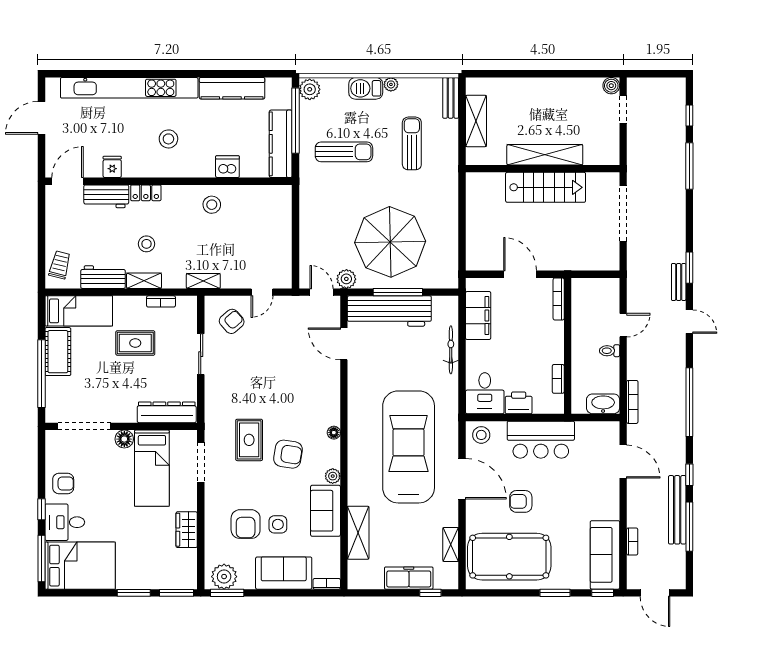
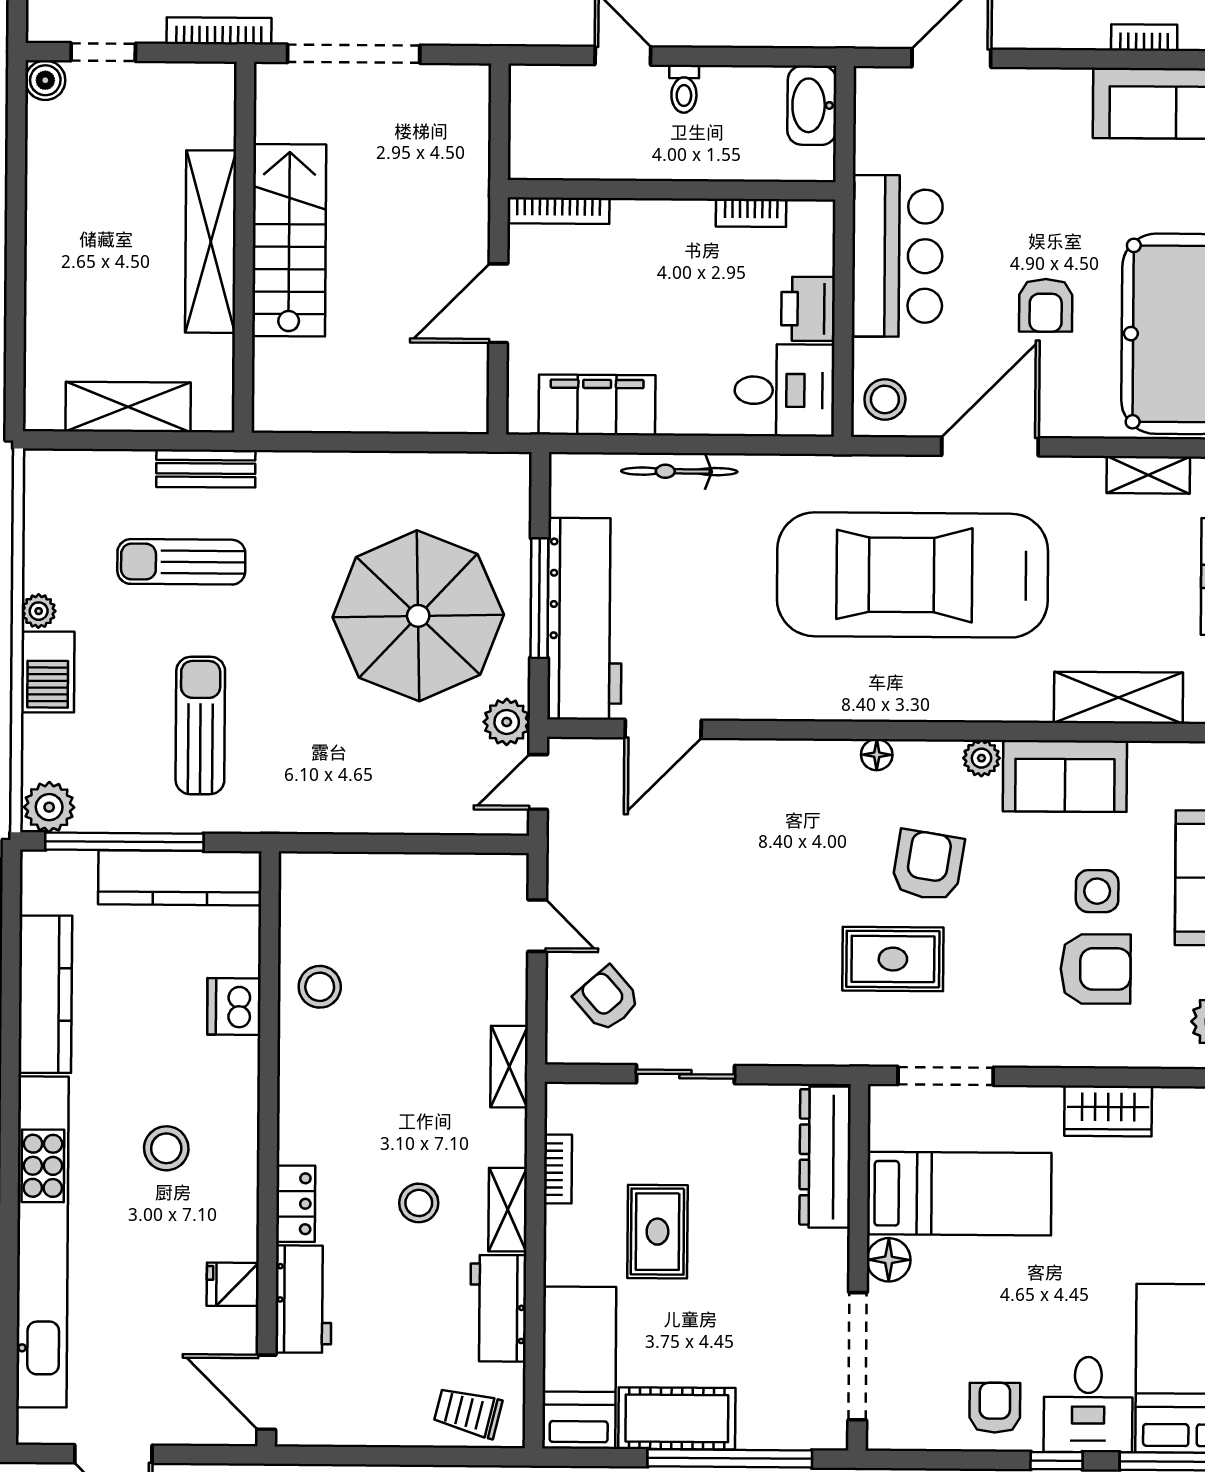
bench: (451, 98) -> (206, 468), moved
stool: (212, 205) -> (320, 987), moved
bookcase: (632, 402) -> (219, 31), moved

